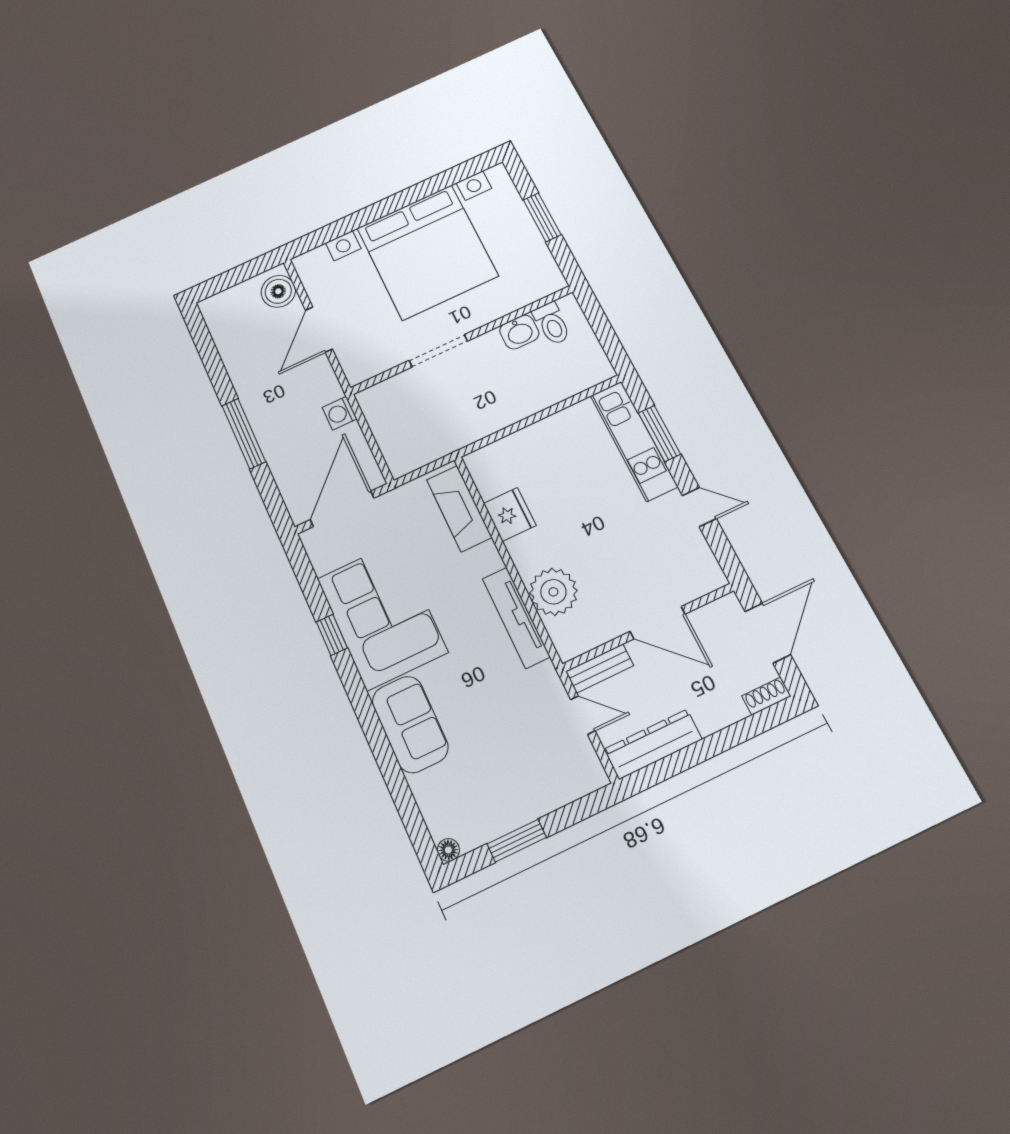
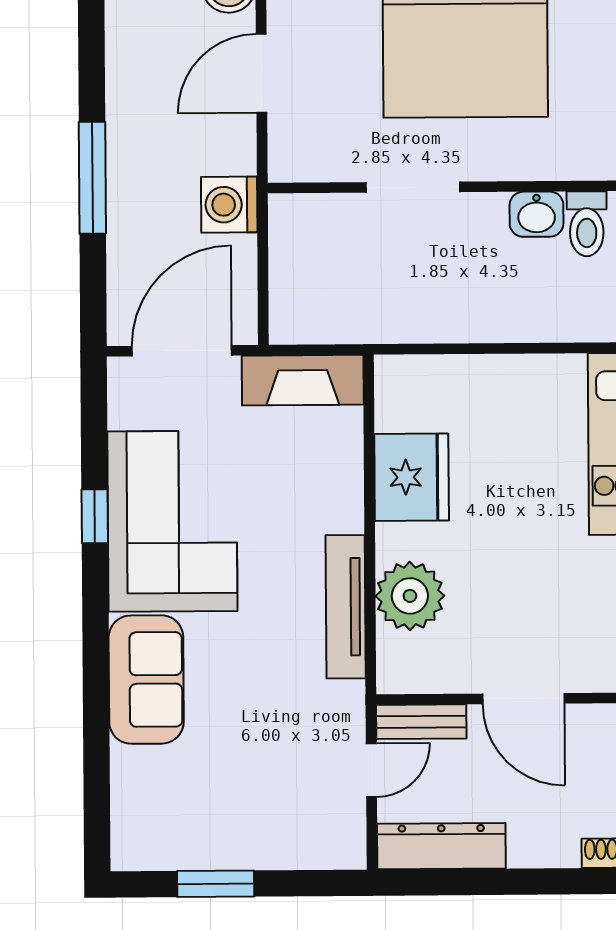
washing machine: (340, 413) -> (229, 205), width x1.38, depth x1.38
fireplace: (459, 508) -> (303, 380), moved, turned -90
fridge: (510, 514) -> (412, 477), width x1.36, depth x1.34
door: (583, 715) -> (371, 770), hinge flipped
floor lamp: (448, 850) -> (125, 856), removed

